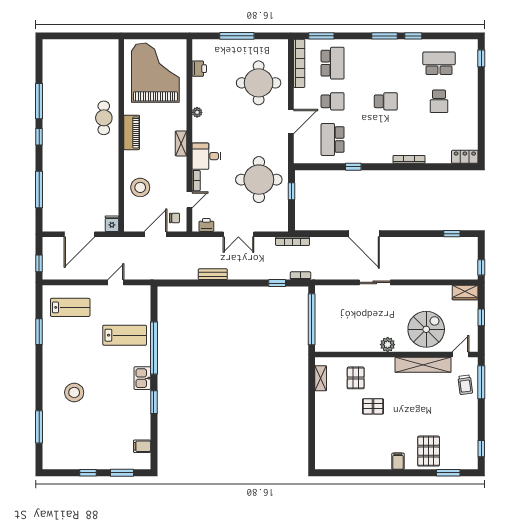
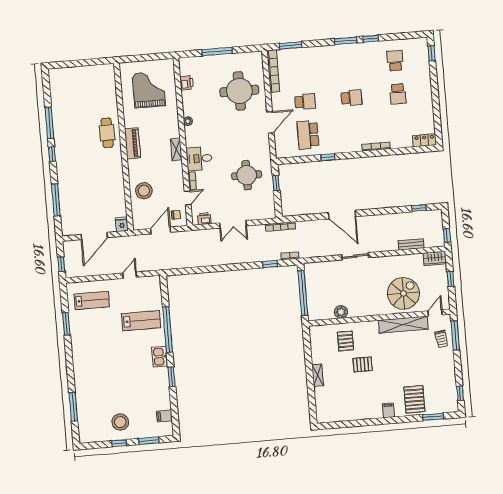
school desk: (333, 63) -> (302, 68), removed
school desk: (439, 63) -> (395, 61), width x0.54
grand piano: (155, 73) -> (149, 90), width x0.73, depth x0.68
round table: (259, 180) -> (247, 175), width x0.73, depth x0.73
bench: (213, 274) -> (411, 244), moved
plant: (388, 345) -> (341, 312), moved
shelving: (321, 378) -> (318, 375), moved
stool: (74, 392) -> (120, 422), moved

